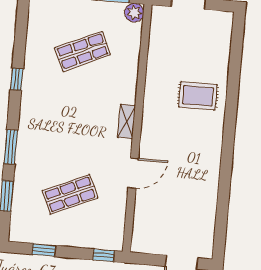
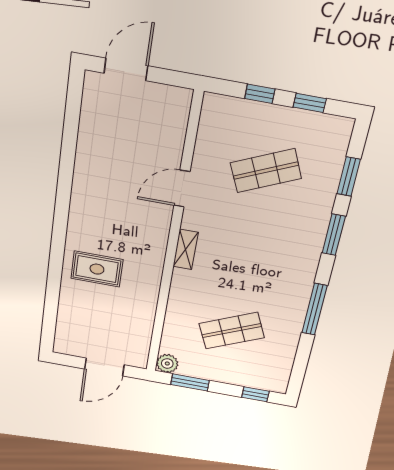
window: (17, 79) -> (314, 309), width x2.17
window: (104, 255) -> (260, 94), moved

